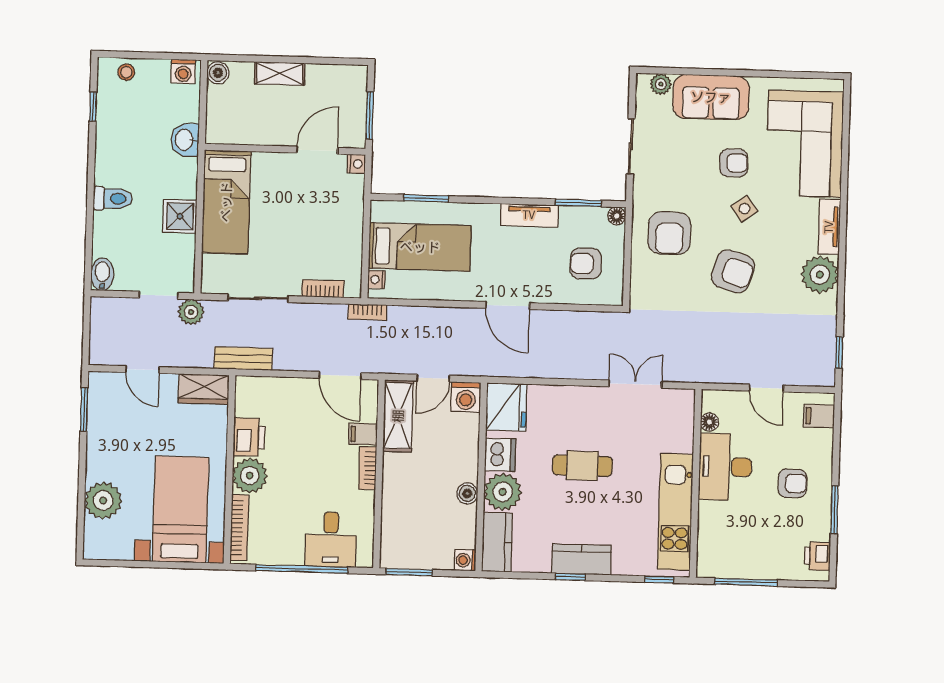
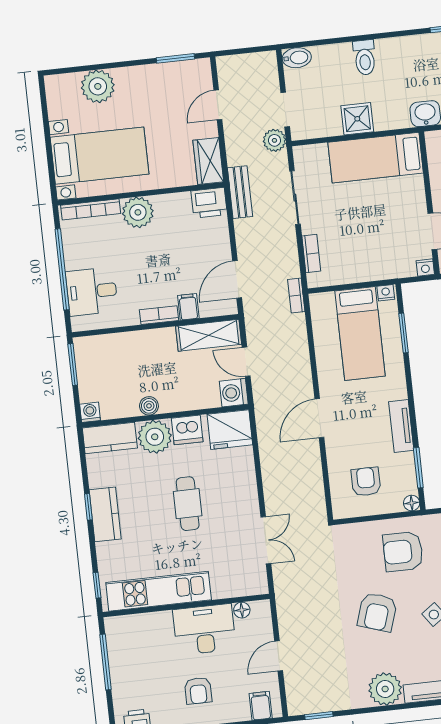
nightstand: (376, 279) -> (386, 293), moved
printer: (249, 437) -> (209, 203), moved

